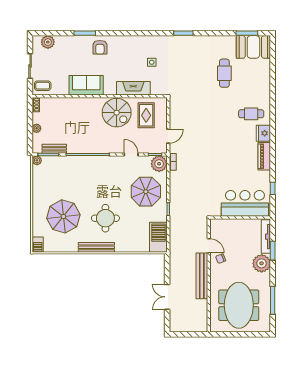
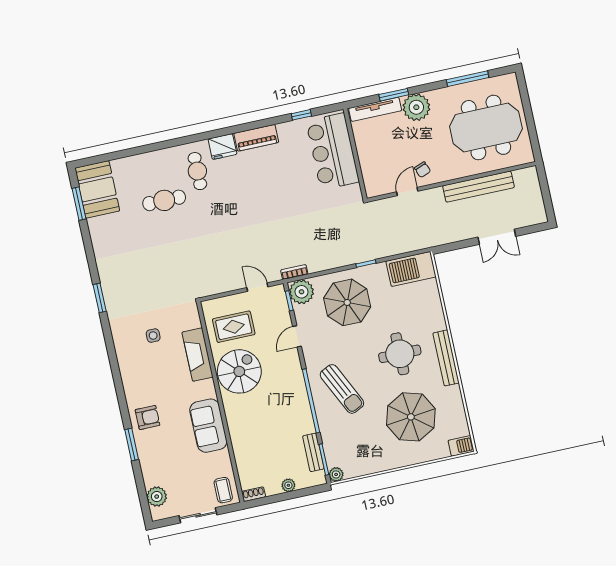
cafe table: (224, 73) -> (164, 200), moved
sun lounger: (91, 176) -> (342, 389), added
bench: (202, 276) -> (478, 187), moved

